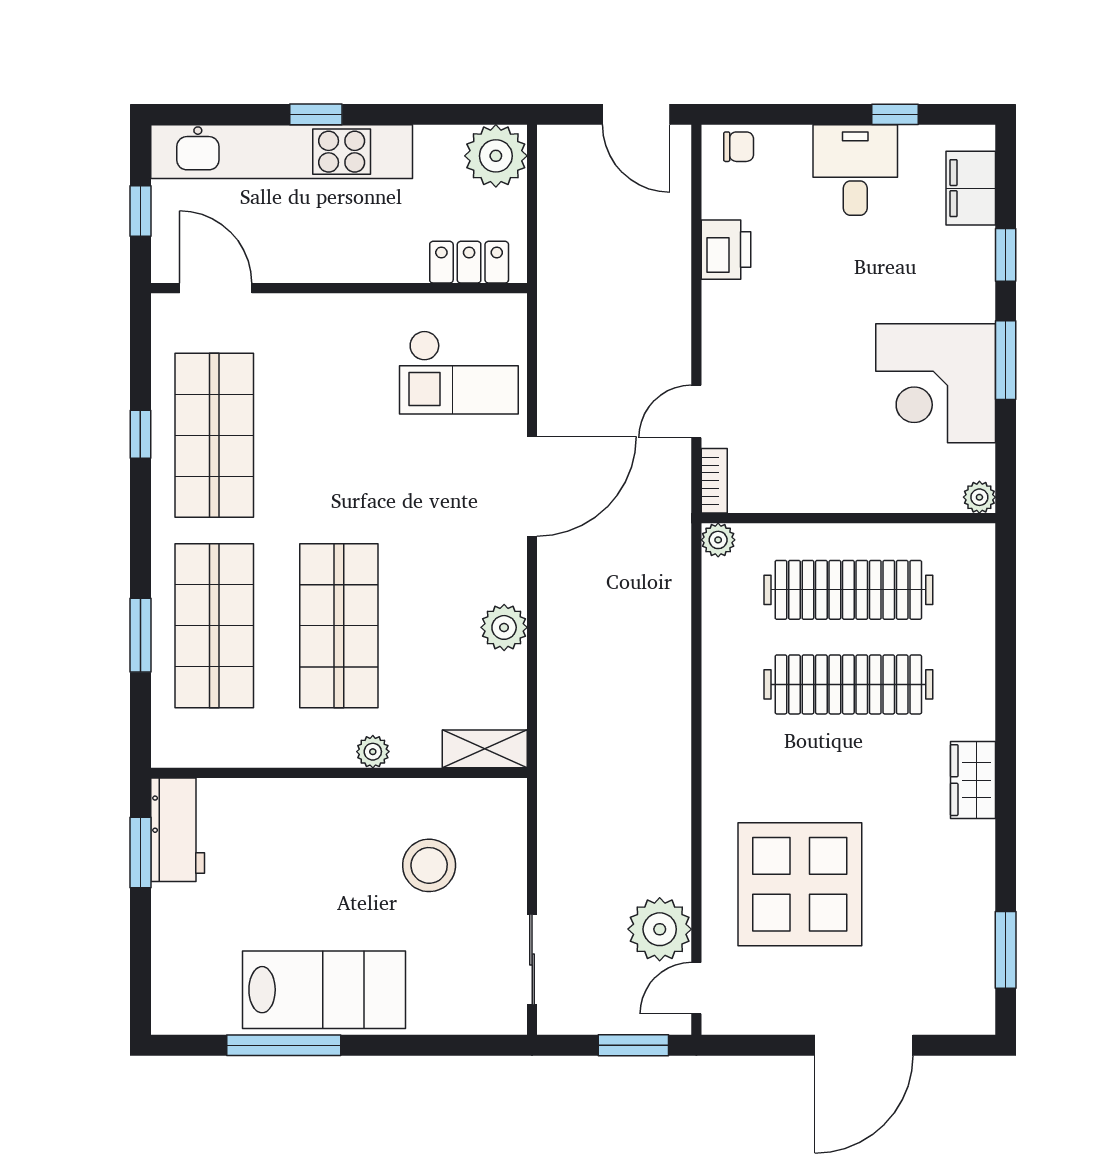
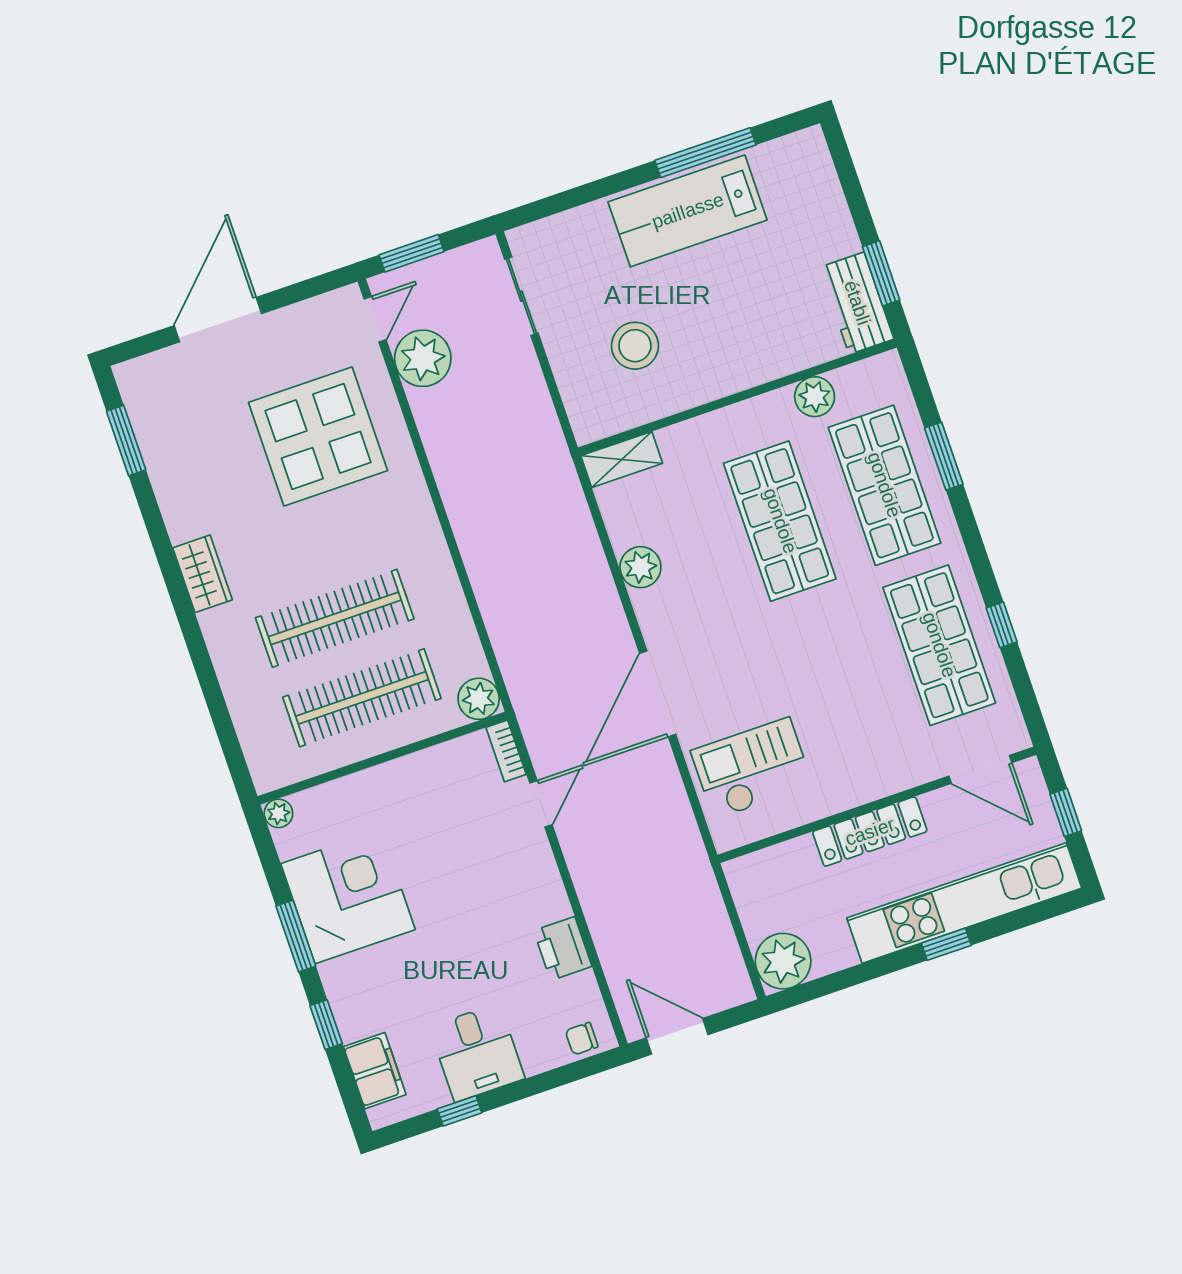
locker: (469, 262) -> (870, 832), moved, width x1.53
plant: (718, 540) -> (479, 699), width x1.38, depth x1.38
plant: (373, 752) -> (815, 397), moved, width x1.38, depth x1.38

